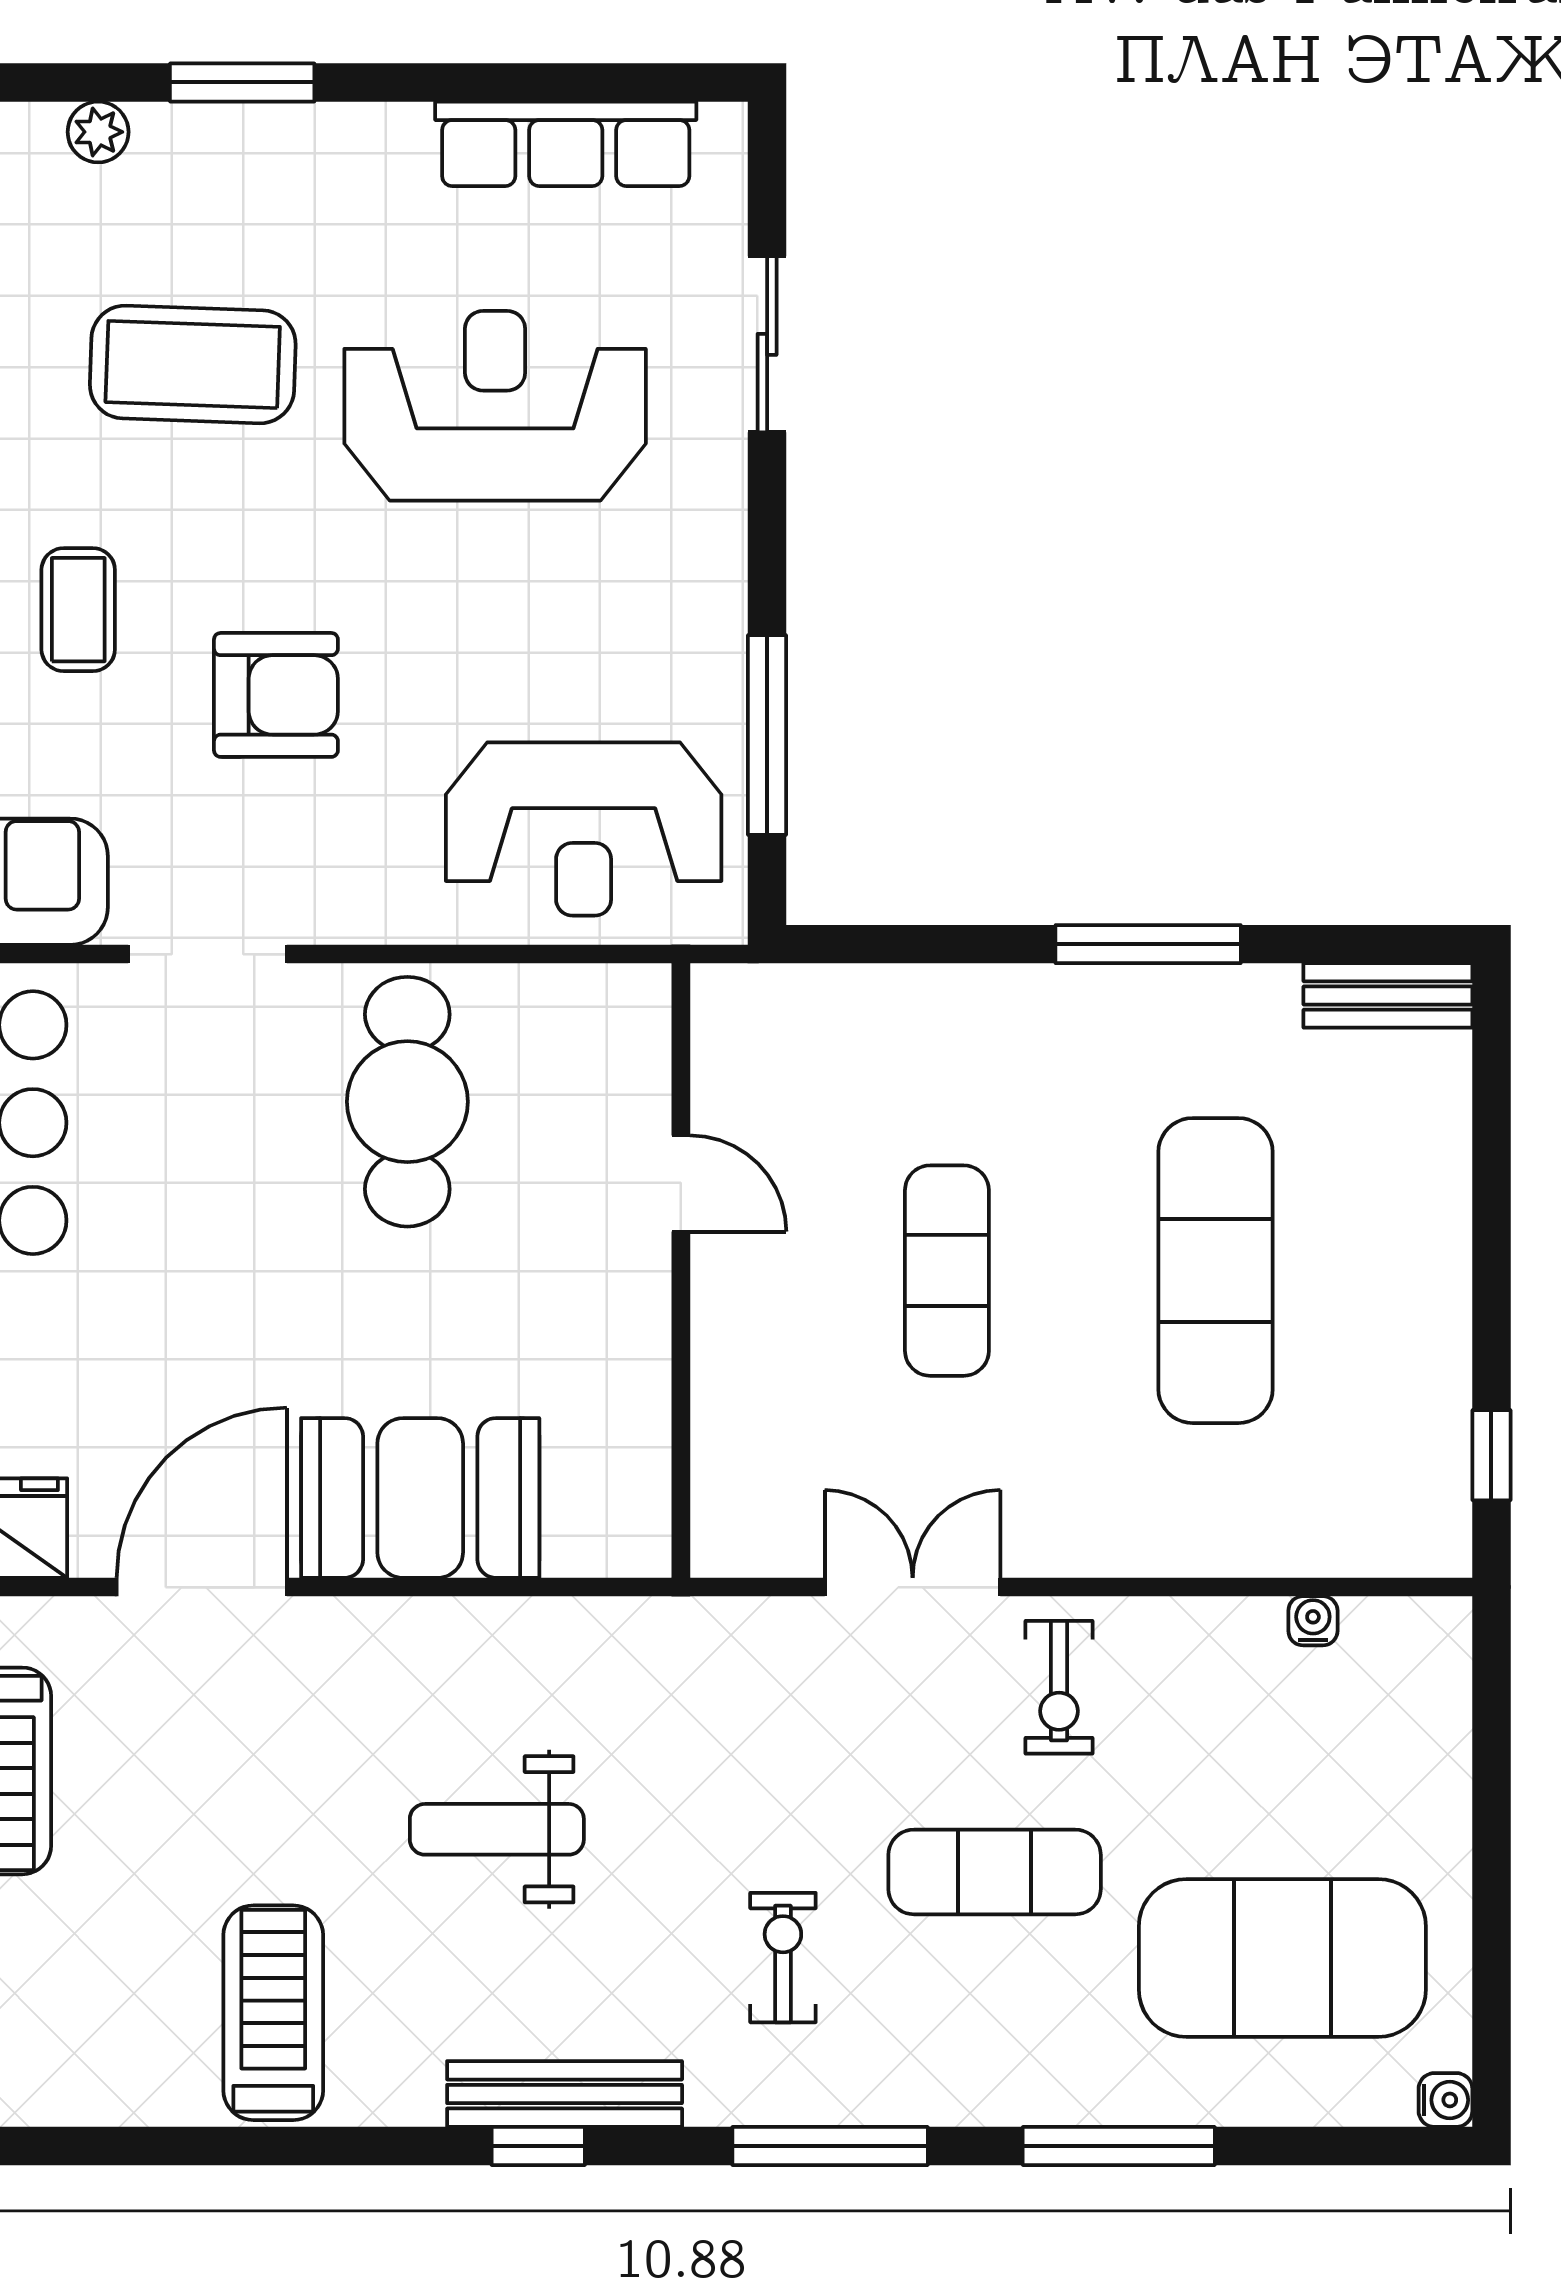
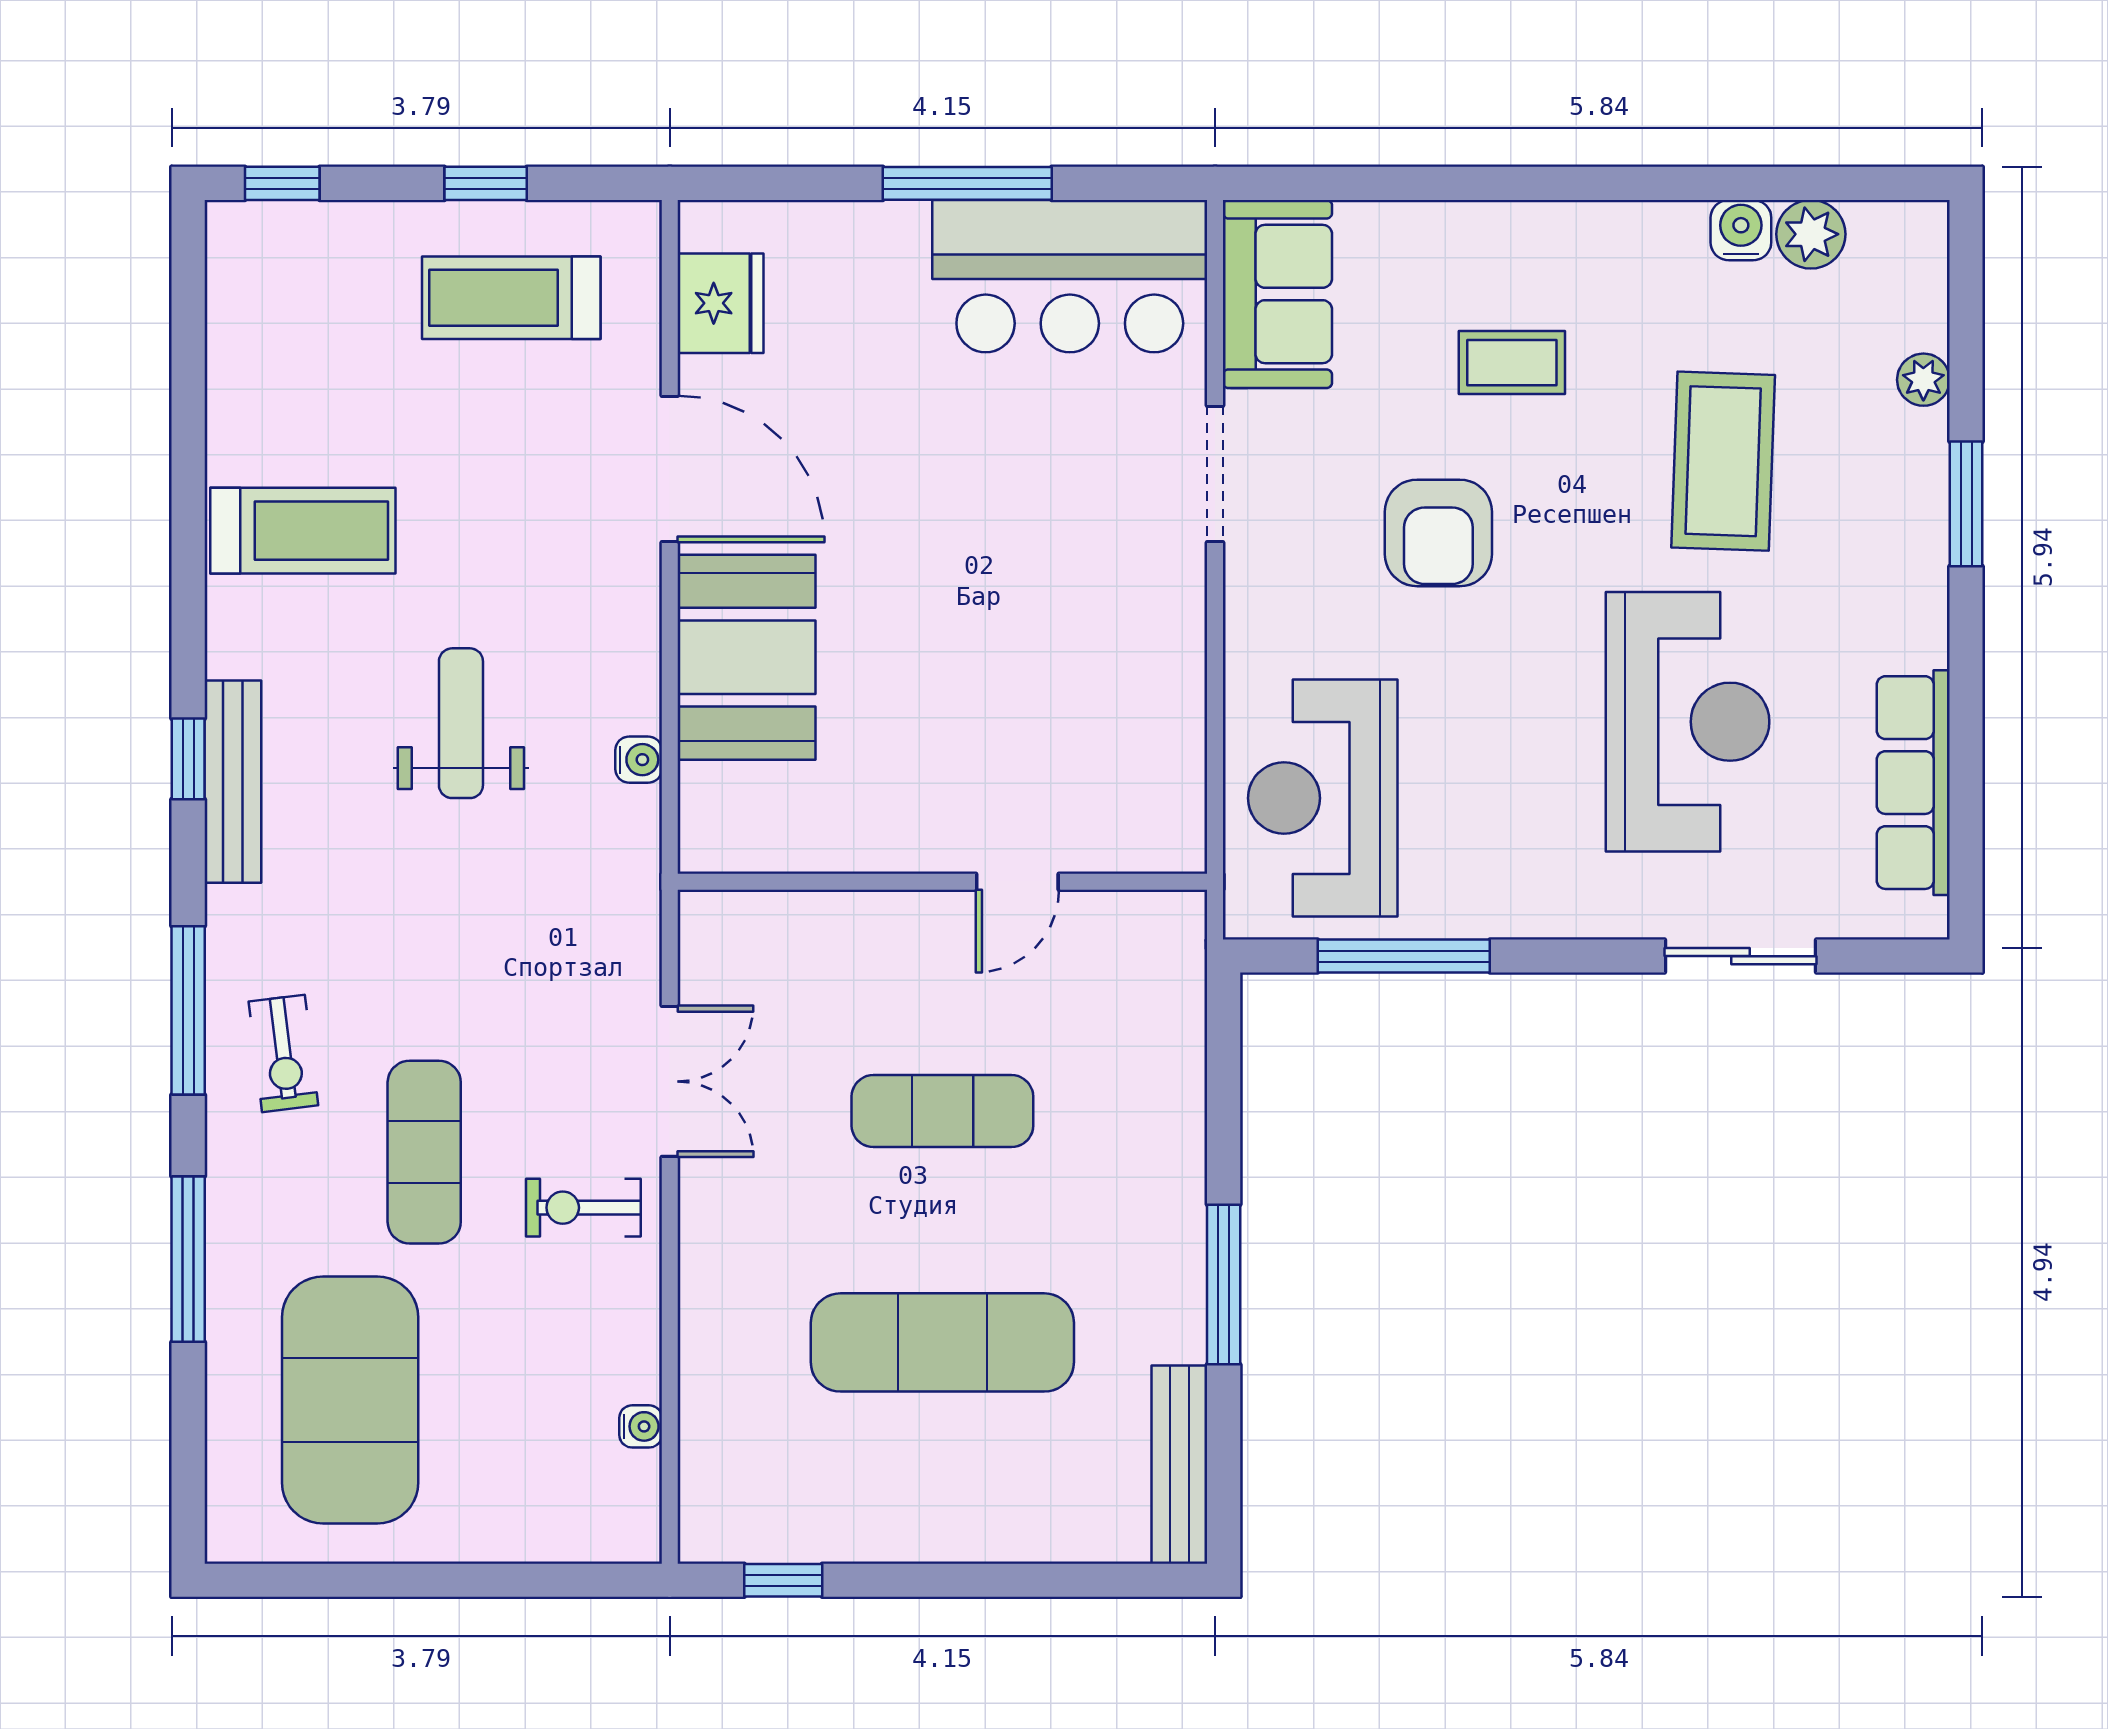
bench: (1388, 995) -> (1179, 1465), width x1.36
cafe table: (407, 1102) -> (1088, 646), removed
exercise bike: (783, 1958) -> (283, 1053), moved, turned 83
water cooler: (1445, 2100) -> (639, 760), moved, turned -90

